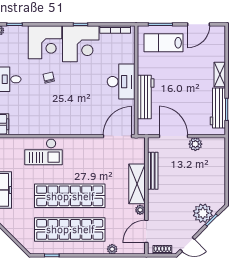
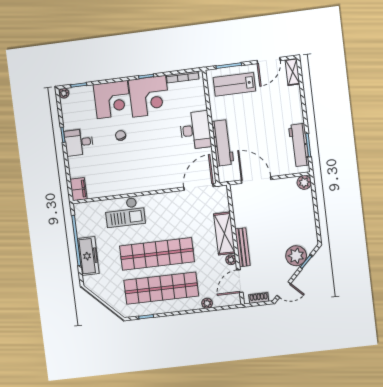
shelving: (220, 74) -> (293, 72), moved
plant: (195, 144) -> (304, 182), moved
bench: (153, 171) -> (243, 247), moved

